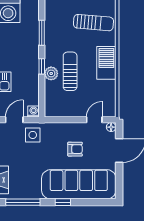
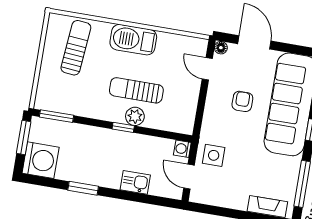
window: (42, 33) -> (56, 116), moved

